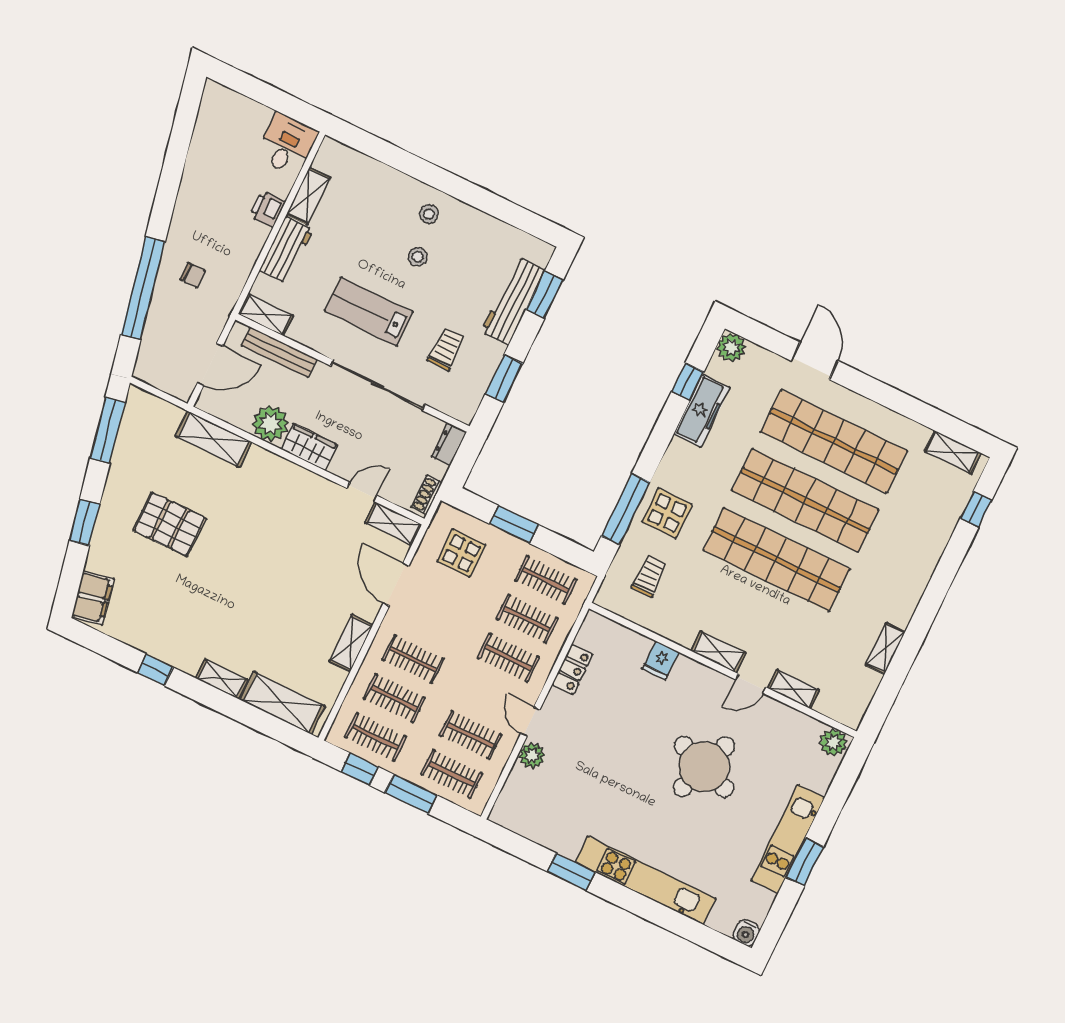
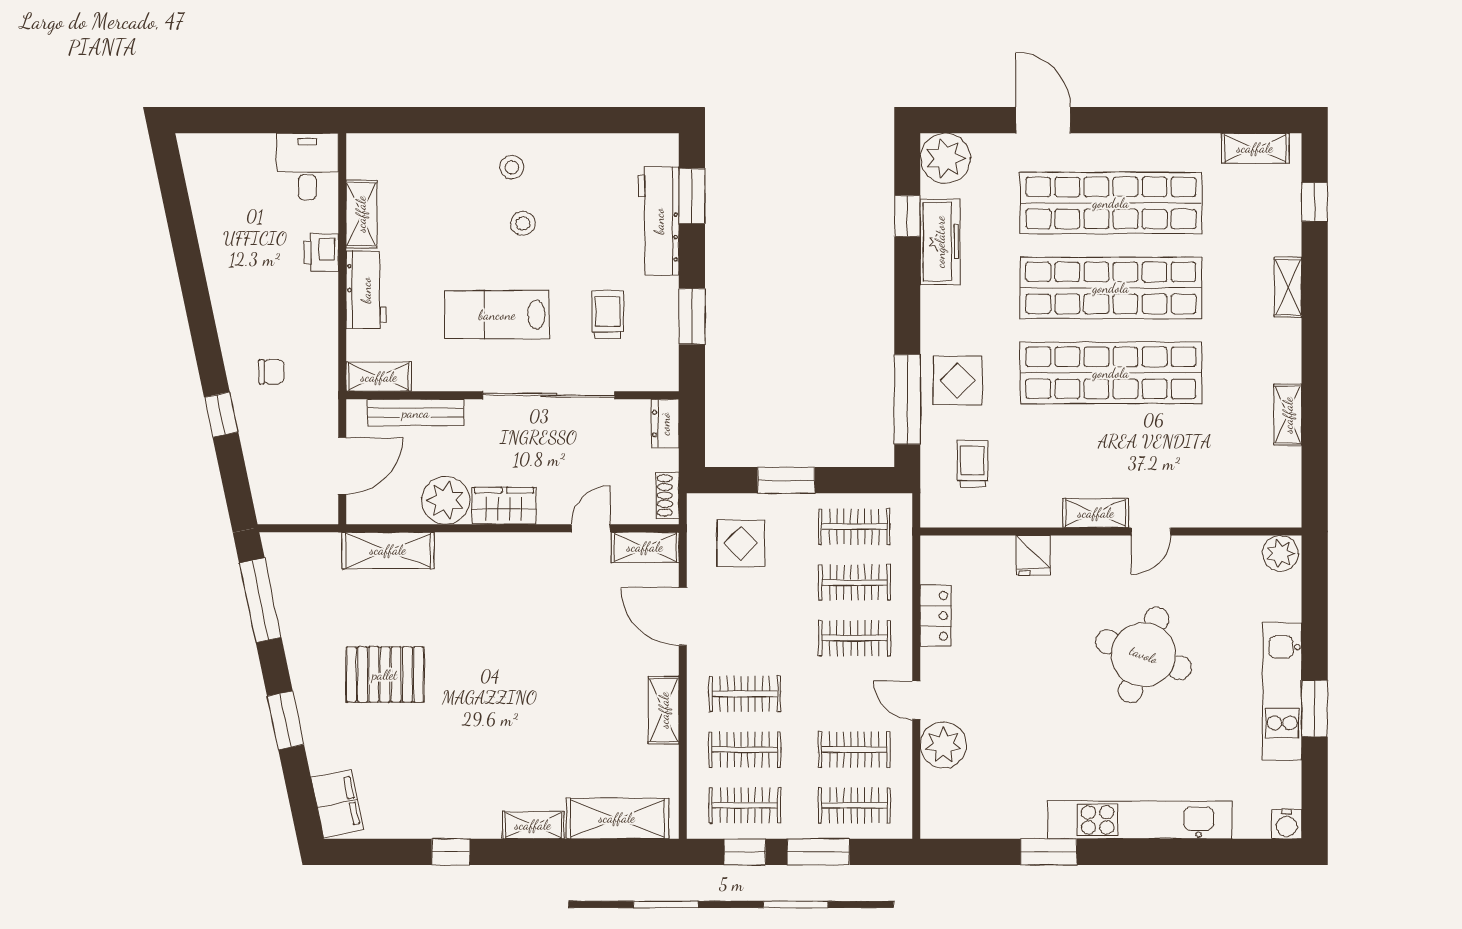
window: (143, 288) -> (221, 415), width x0.32
plant: (731, 347) -> (945, 158), width x1.36, depth x1.36
shelving: (793, 689) -> (1288, 287), moved, turned 90
plant: (532, 756) -> (943, 745), width x1.36, depth x1.36

